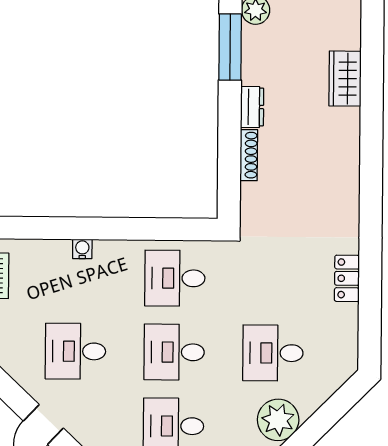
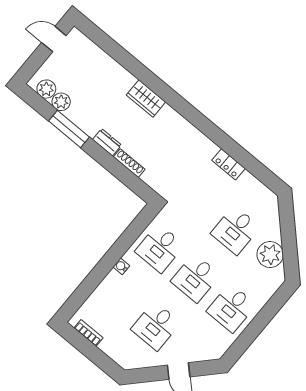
wardrobe: (345, 79) -> (146, 99), moved
water cooler: (82, 249) -> (121, 266), moved

